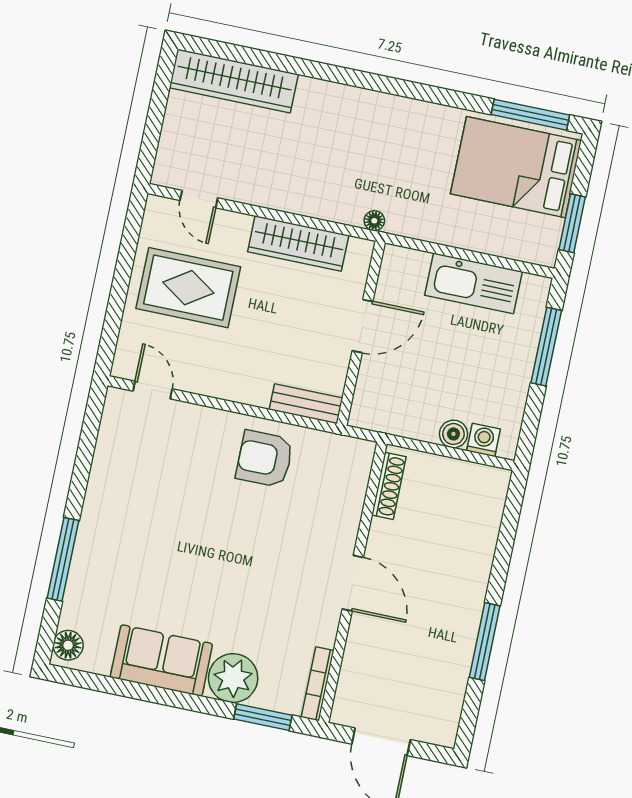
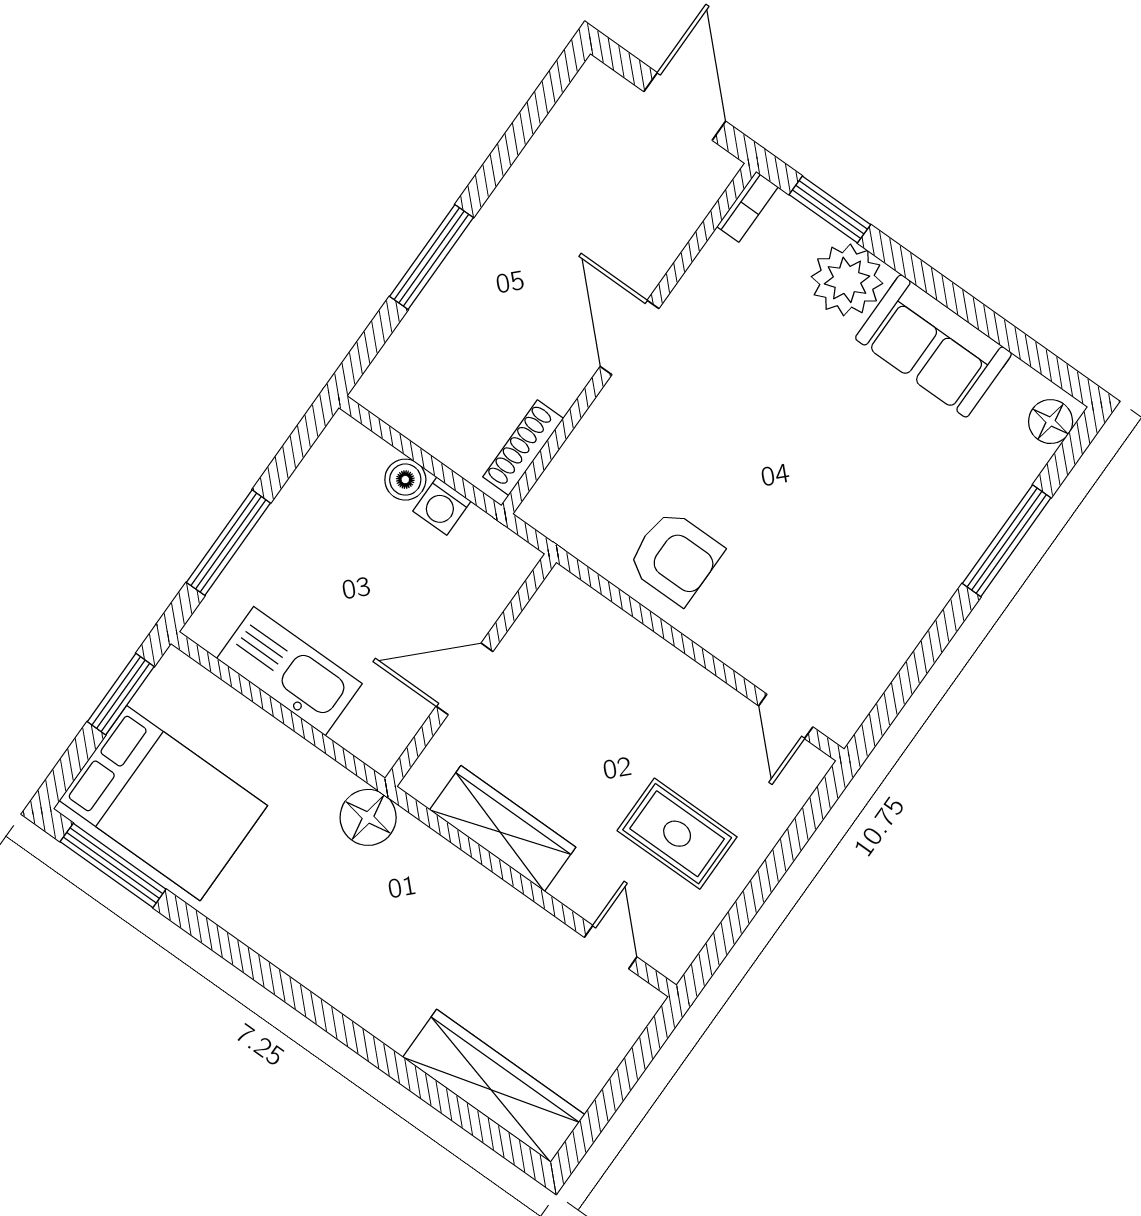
floor lamp: (374, 221) -> (368, 817), width x1.89, depth x1.89
rug: (188, 288) -> (677, 834), width x0.73, depth x0.70
bench: (306, 404) -> (587, 607), removed
washing machine: (484, 440) -> (442, 506), moved
window: (485, 642) -> (431, 257), moved
bookcase: (318, 684) -> (748, 207), width x0.64

